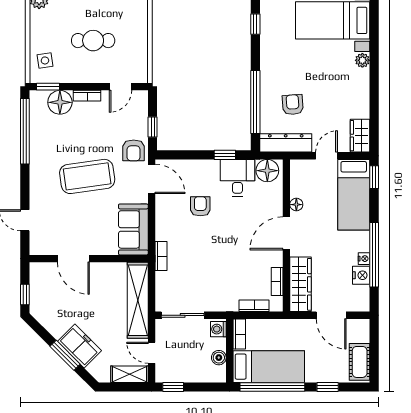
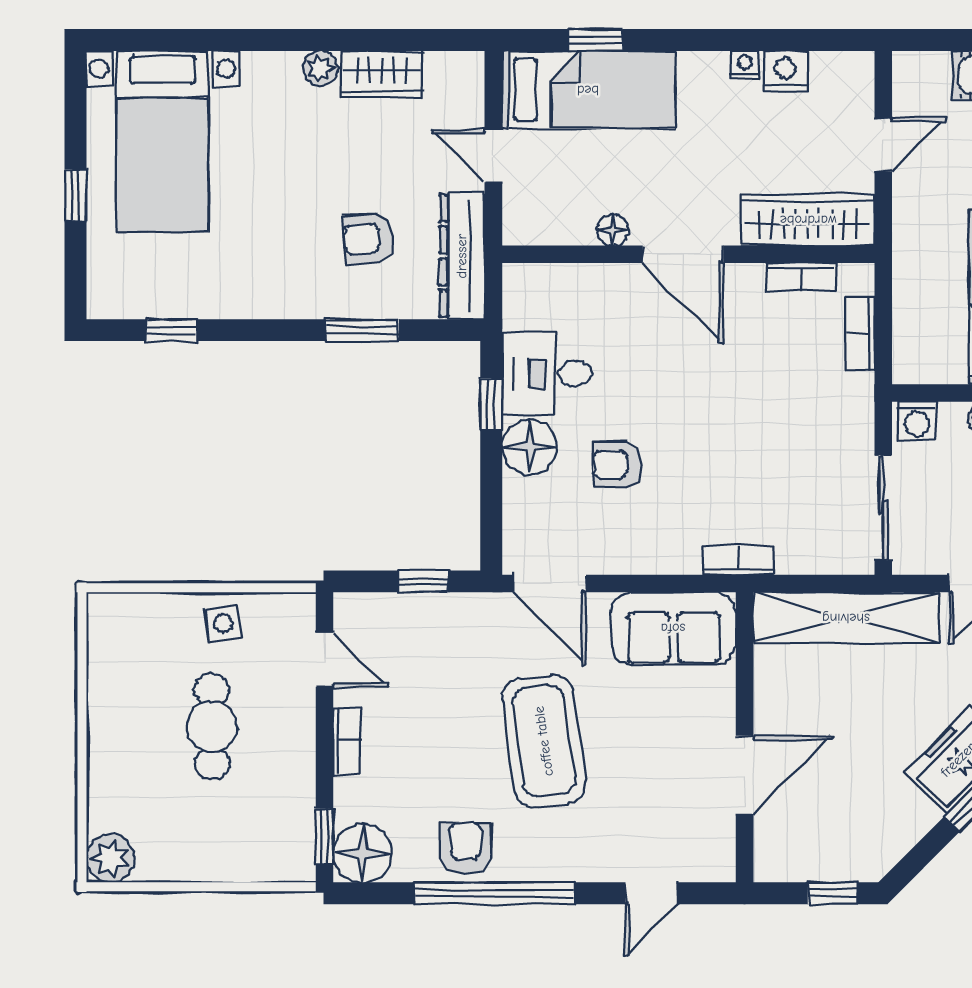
side table: (45, 60) -> (223, 623), moved
plant: (362, 60) -> (320, 68), moved
floor lamp: (60, 102) -> (363, 853), moved
window: (255, 102) -> (362, 330), width x0.47
window: (25, 131) -> (494, 893), moved
wardrobe: (360, 136) -> (382, 74), moved
armchair: (134, 150) -> (465, 848), moved, turned -90
floor lamp: (267, 171) -> (530, 447), moved
window: (374, 177) -> (595, 40), moved
door: (152, 179) -> (550, 583), swing flipped
window: (374, 255) -> (735, 40), removed
door: (331, 315) -> (883, 145), width x0.73
bookcase: (239, 334) -> (929, 369), removed

